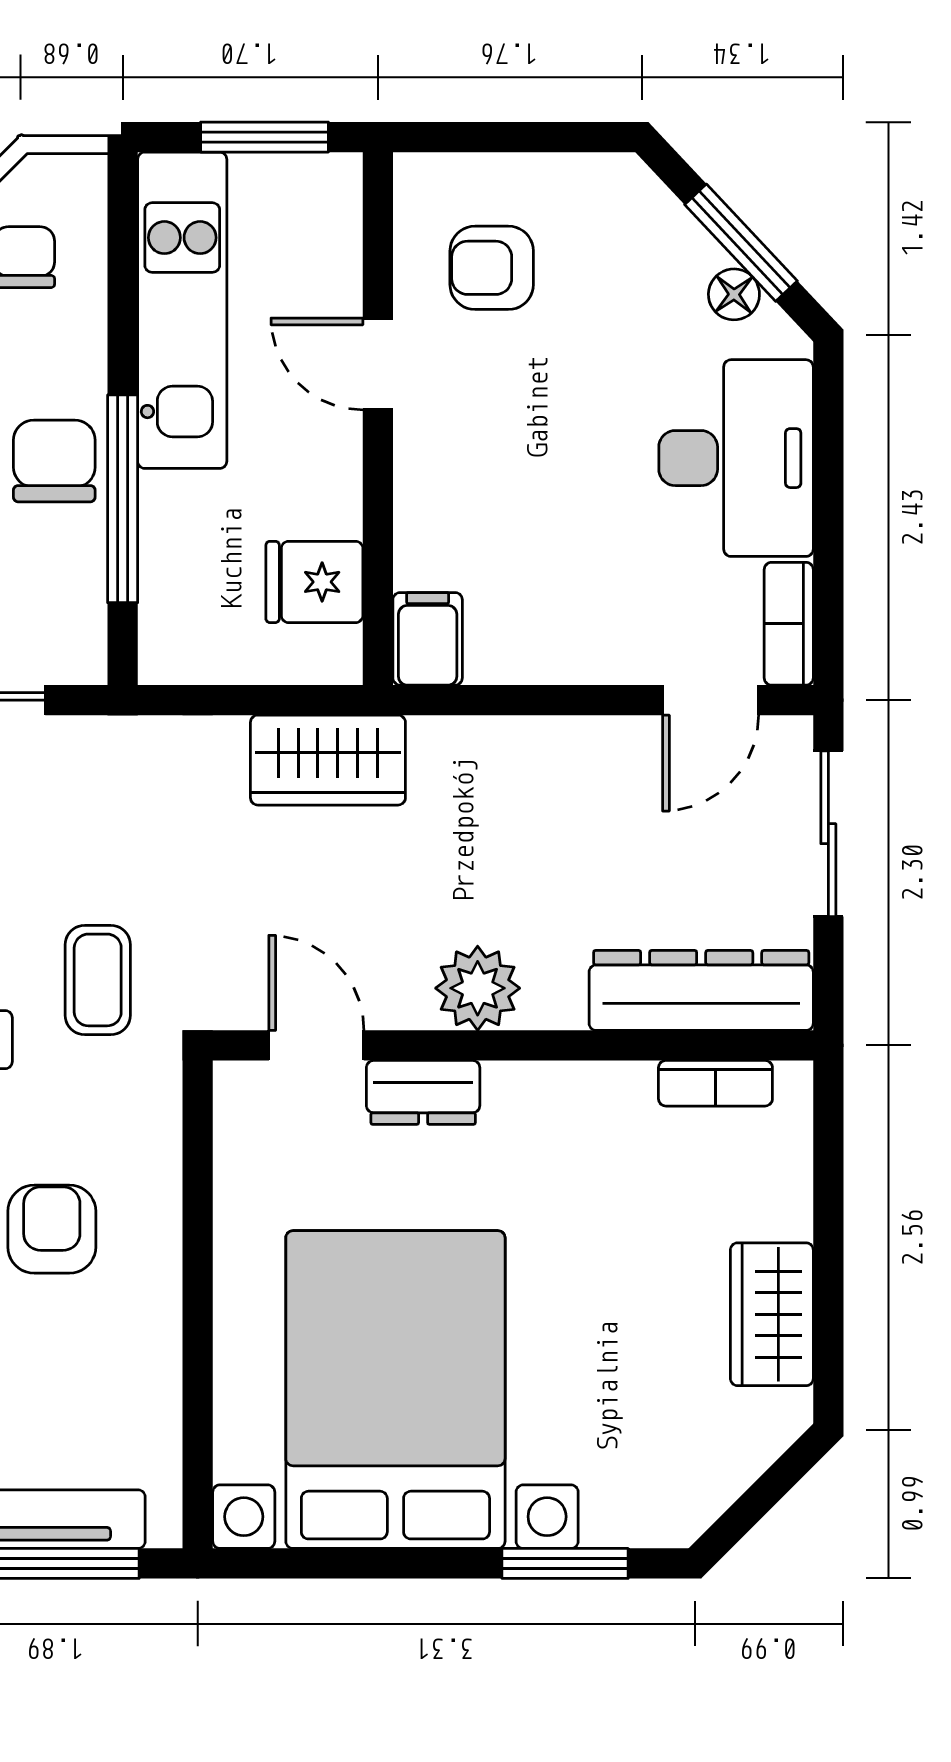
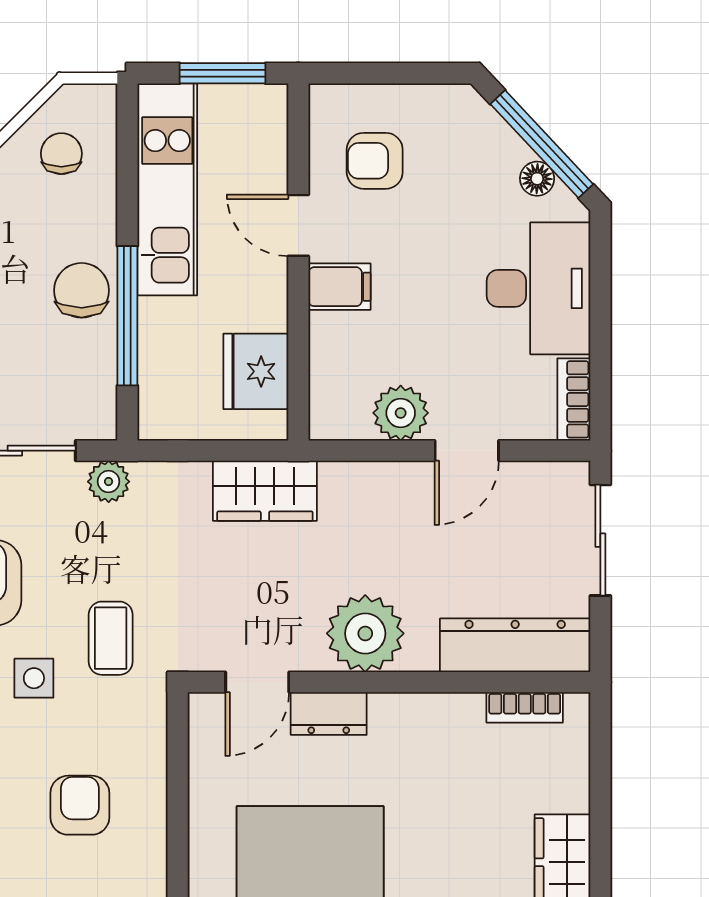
window: (741, 243) -> (542, 144), width x1.44
fridge: (314, 582) -> (256, 371), width x1.38
filing cabinet: (428, 639) -> (340, 287), moved, turned 90
plant: (530, 644) -> (401, 413), added
door: (711, 700) -> (467, 451), moved
plant: (95, 746) -> (109, 482), added
plant: (478, 988) -> (365, 633), width x1.36, depth x1.36
door: (316, 1045) -> (257, 682), swing flipped

